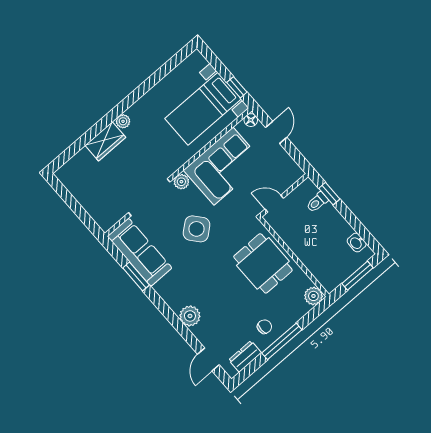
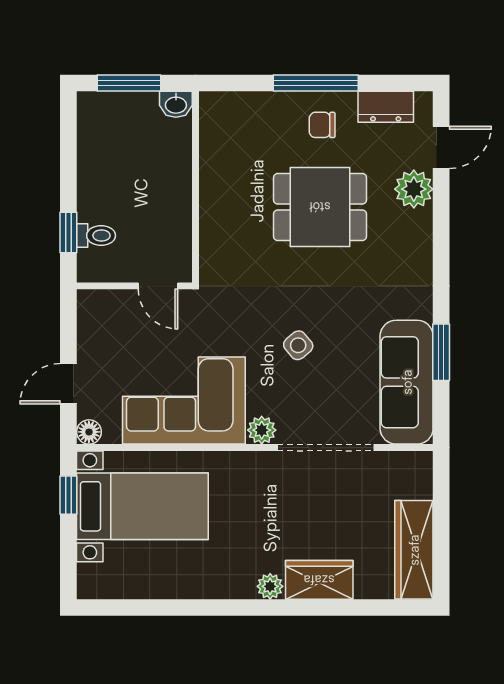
wardrobe: (78, 187) -> (414, 550), added
side table: (197, 229) -> (298, 345), width x0.54, depth x0.54
washbasin: (357, 243) -> (176, 104), moved, turned 90
dining table: (263, 263) -> (320, 207), moved, turned 90
plant: (313, 296) -> (216, 108), removed
plant: (190, 316) -> (414, 189), moved

